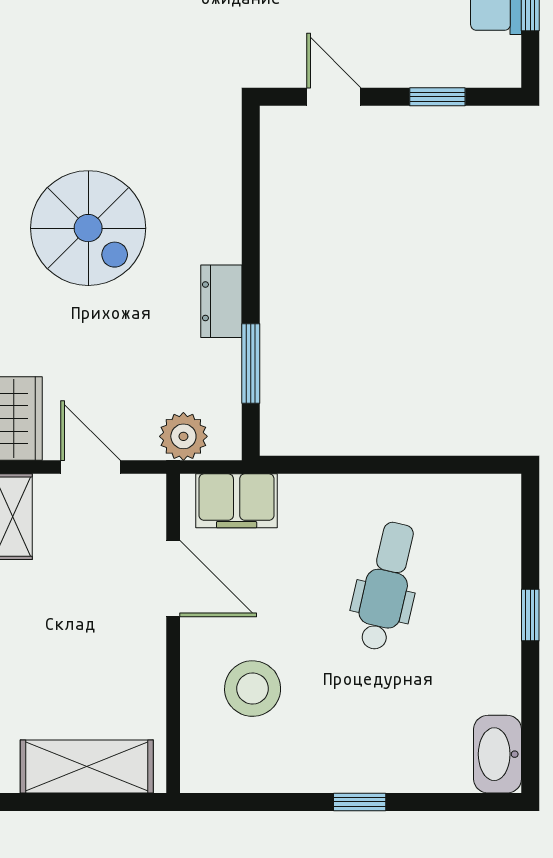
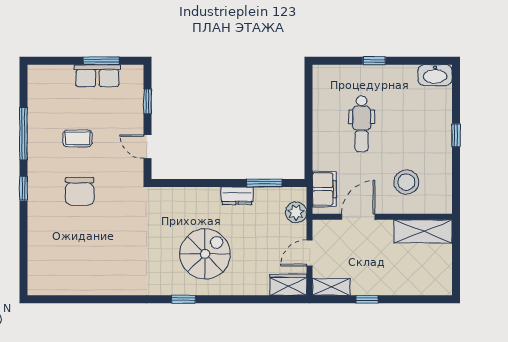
door: (334, 97) -> (148, 147), hinge flipped
dental chair: (386, 586) -> (362, 124), turned -103
shelving: (87, 767) -> (423, 231), moved, turned 90

